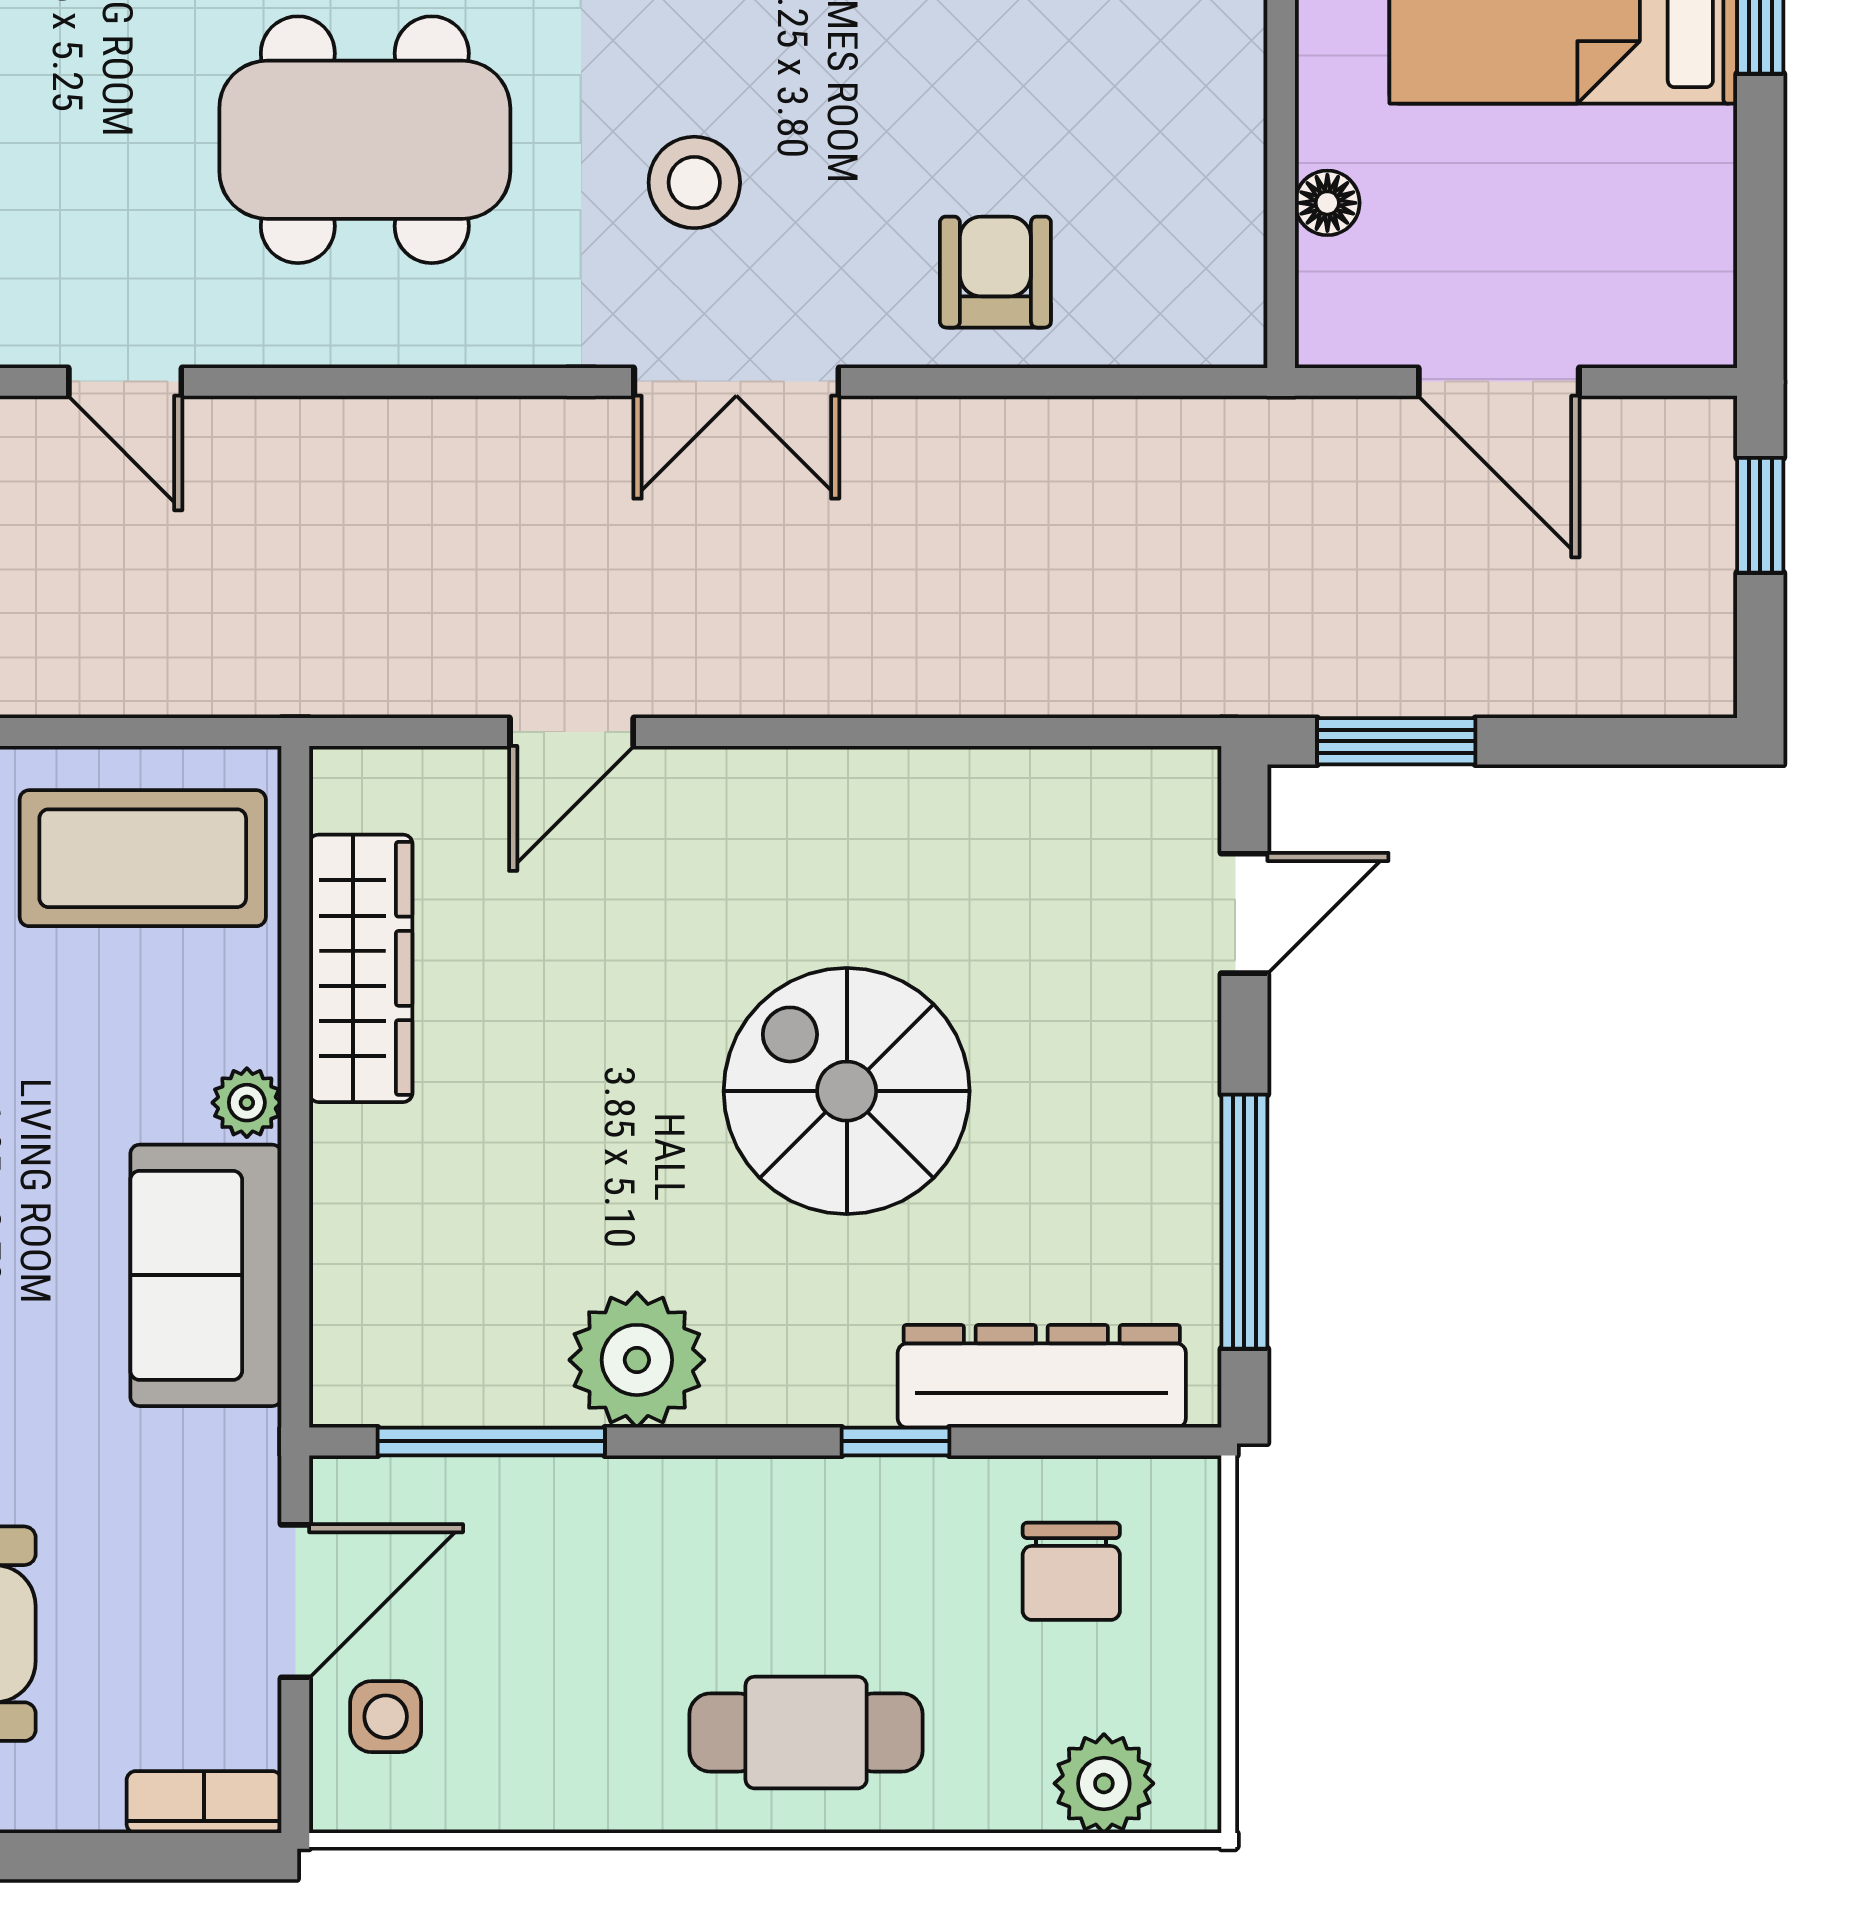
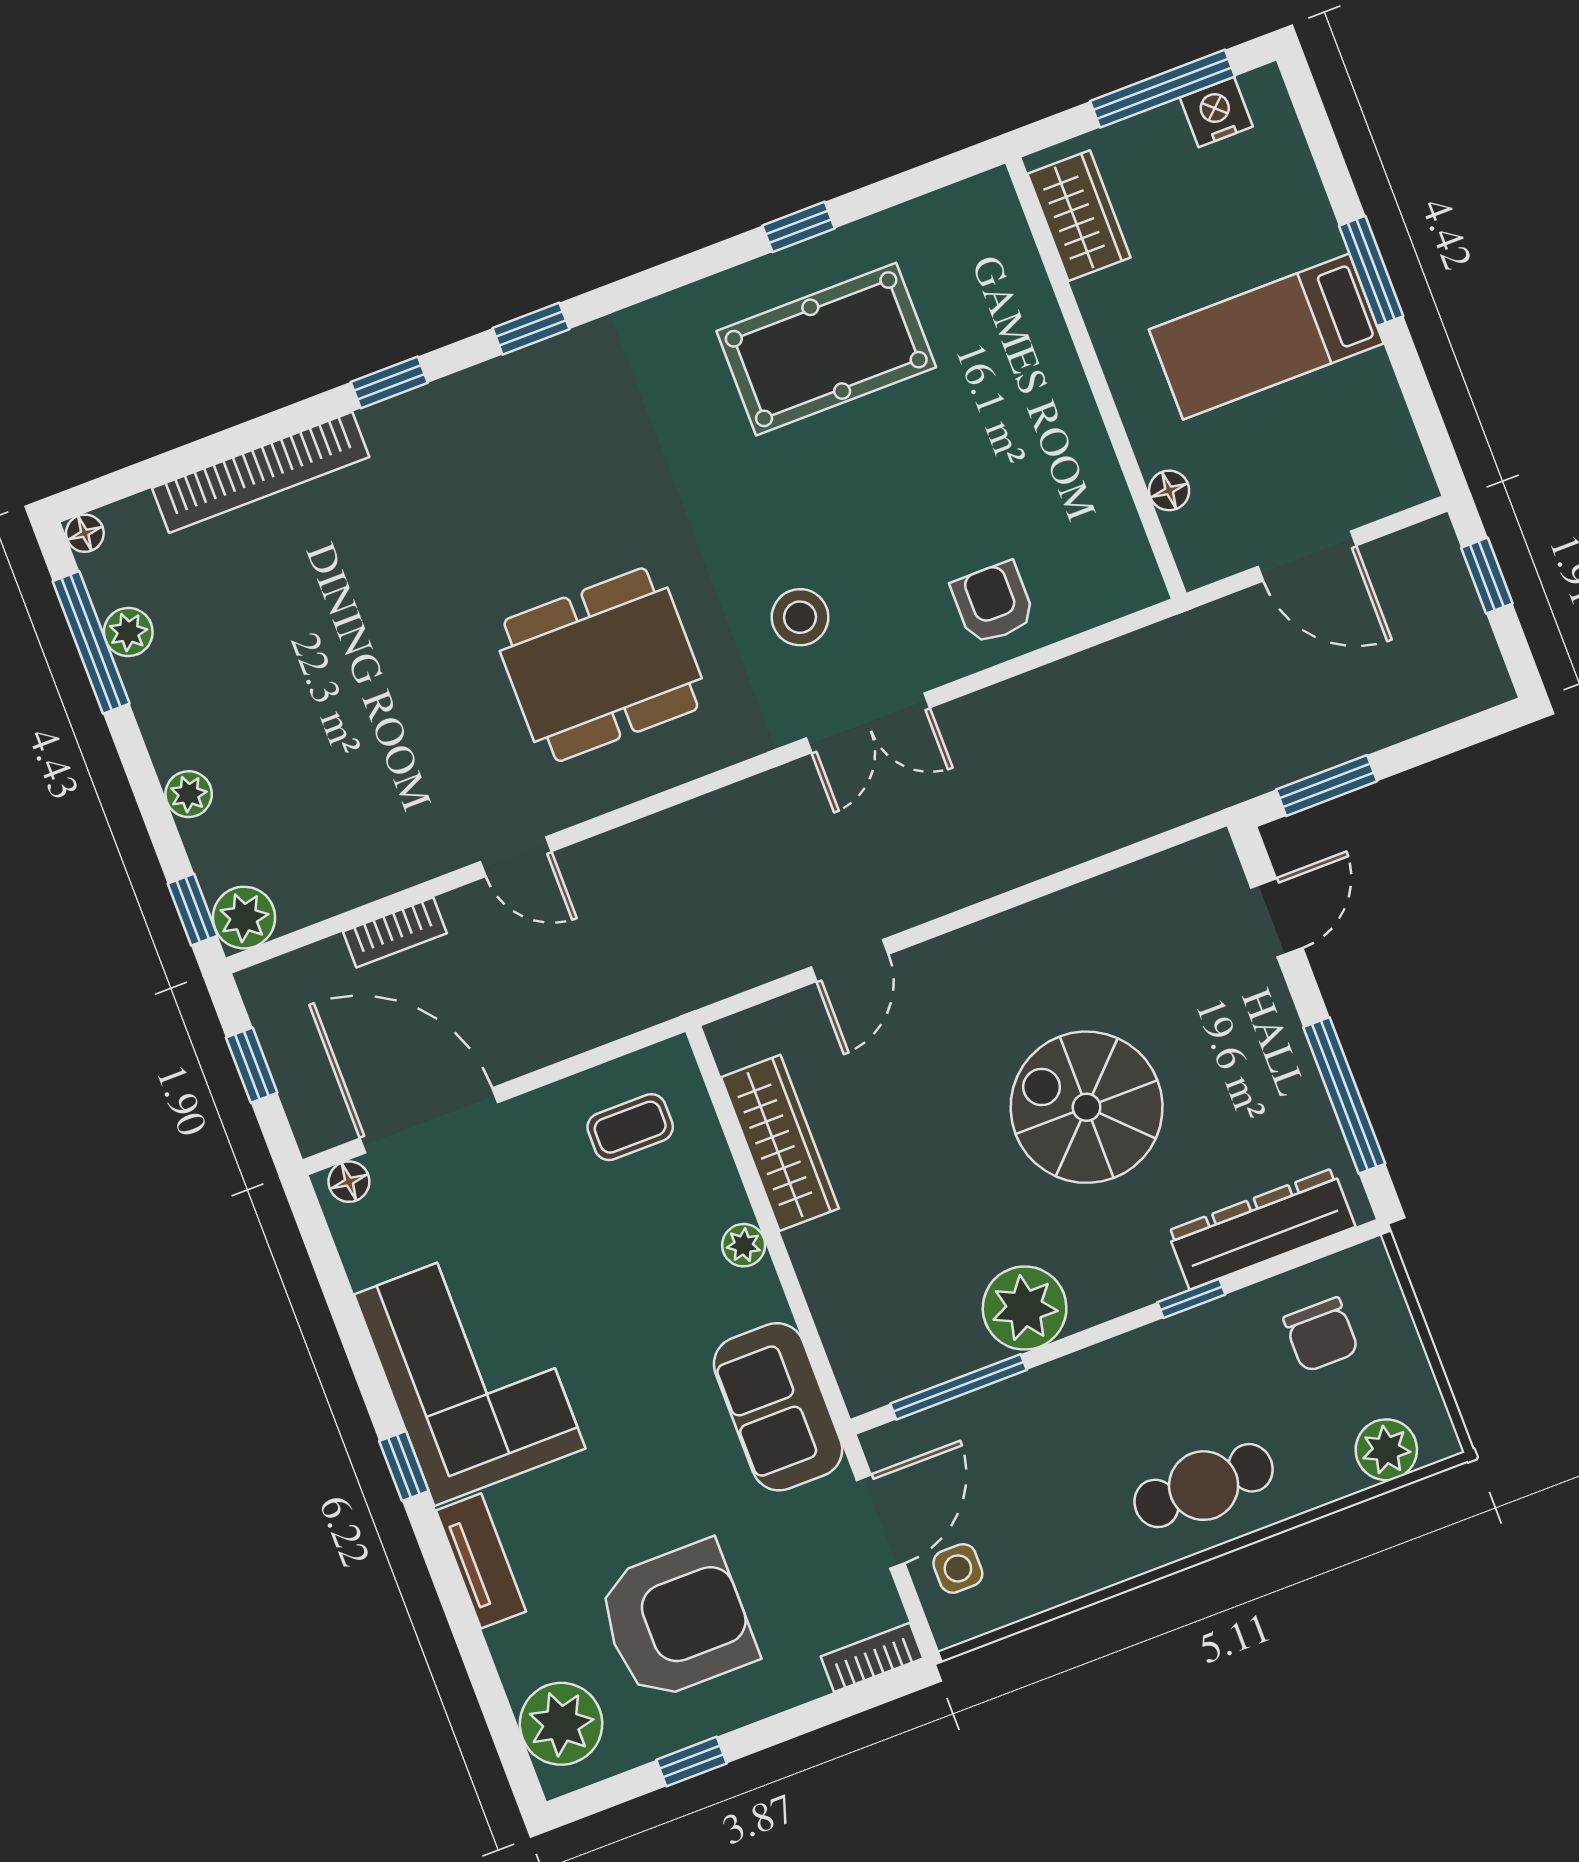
coffee table: (143, 858) -> (630, 1127), width x0.54, depth x0.58
sofa: (206, 1275) -> (778, 1407), moved

